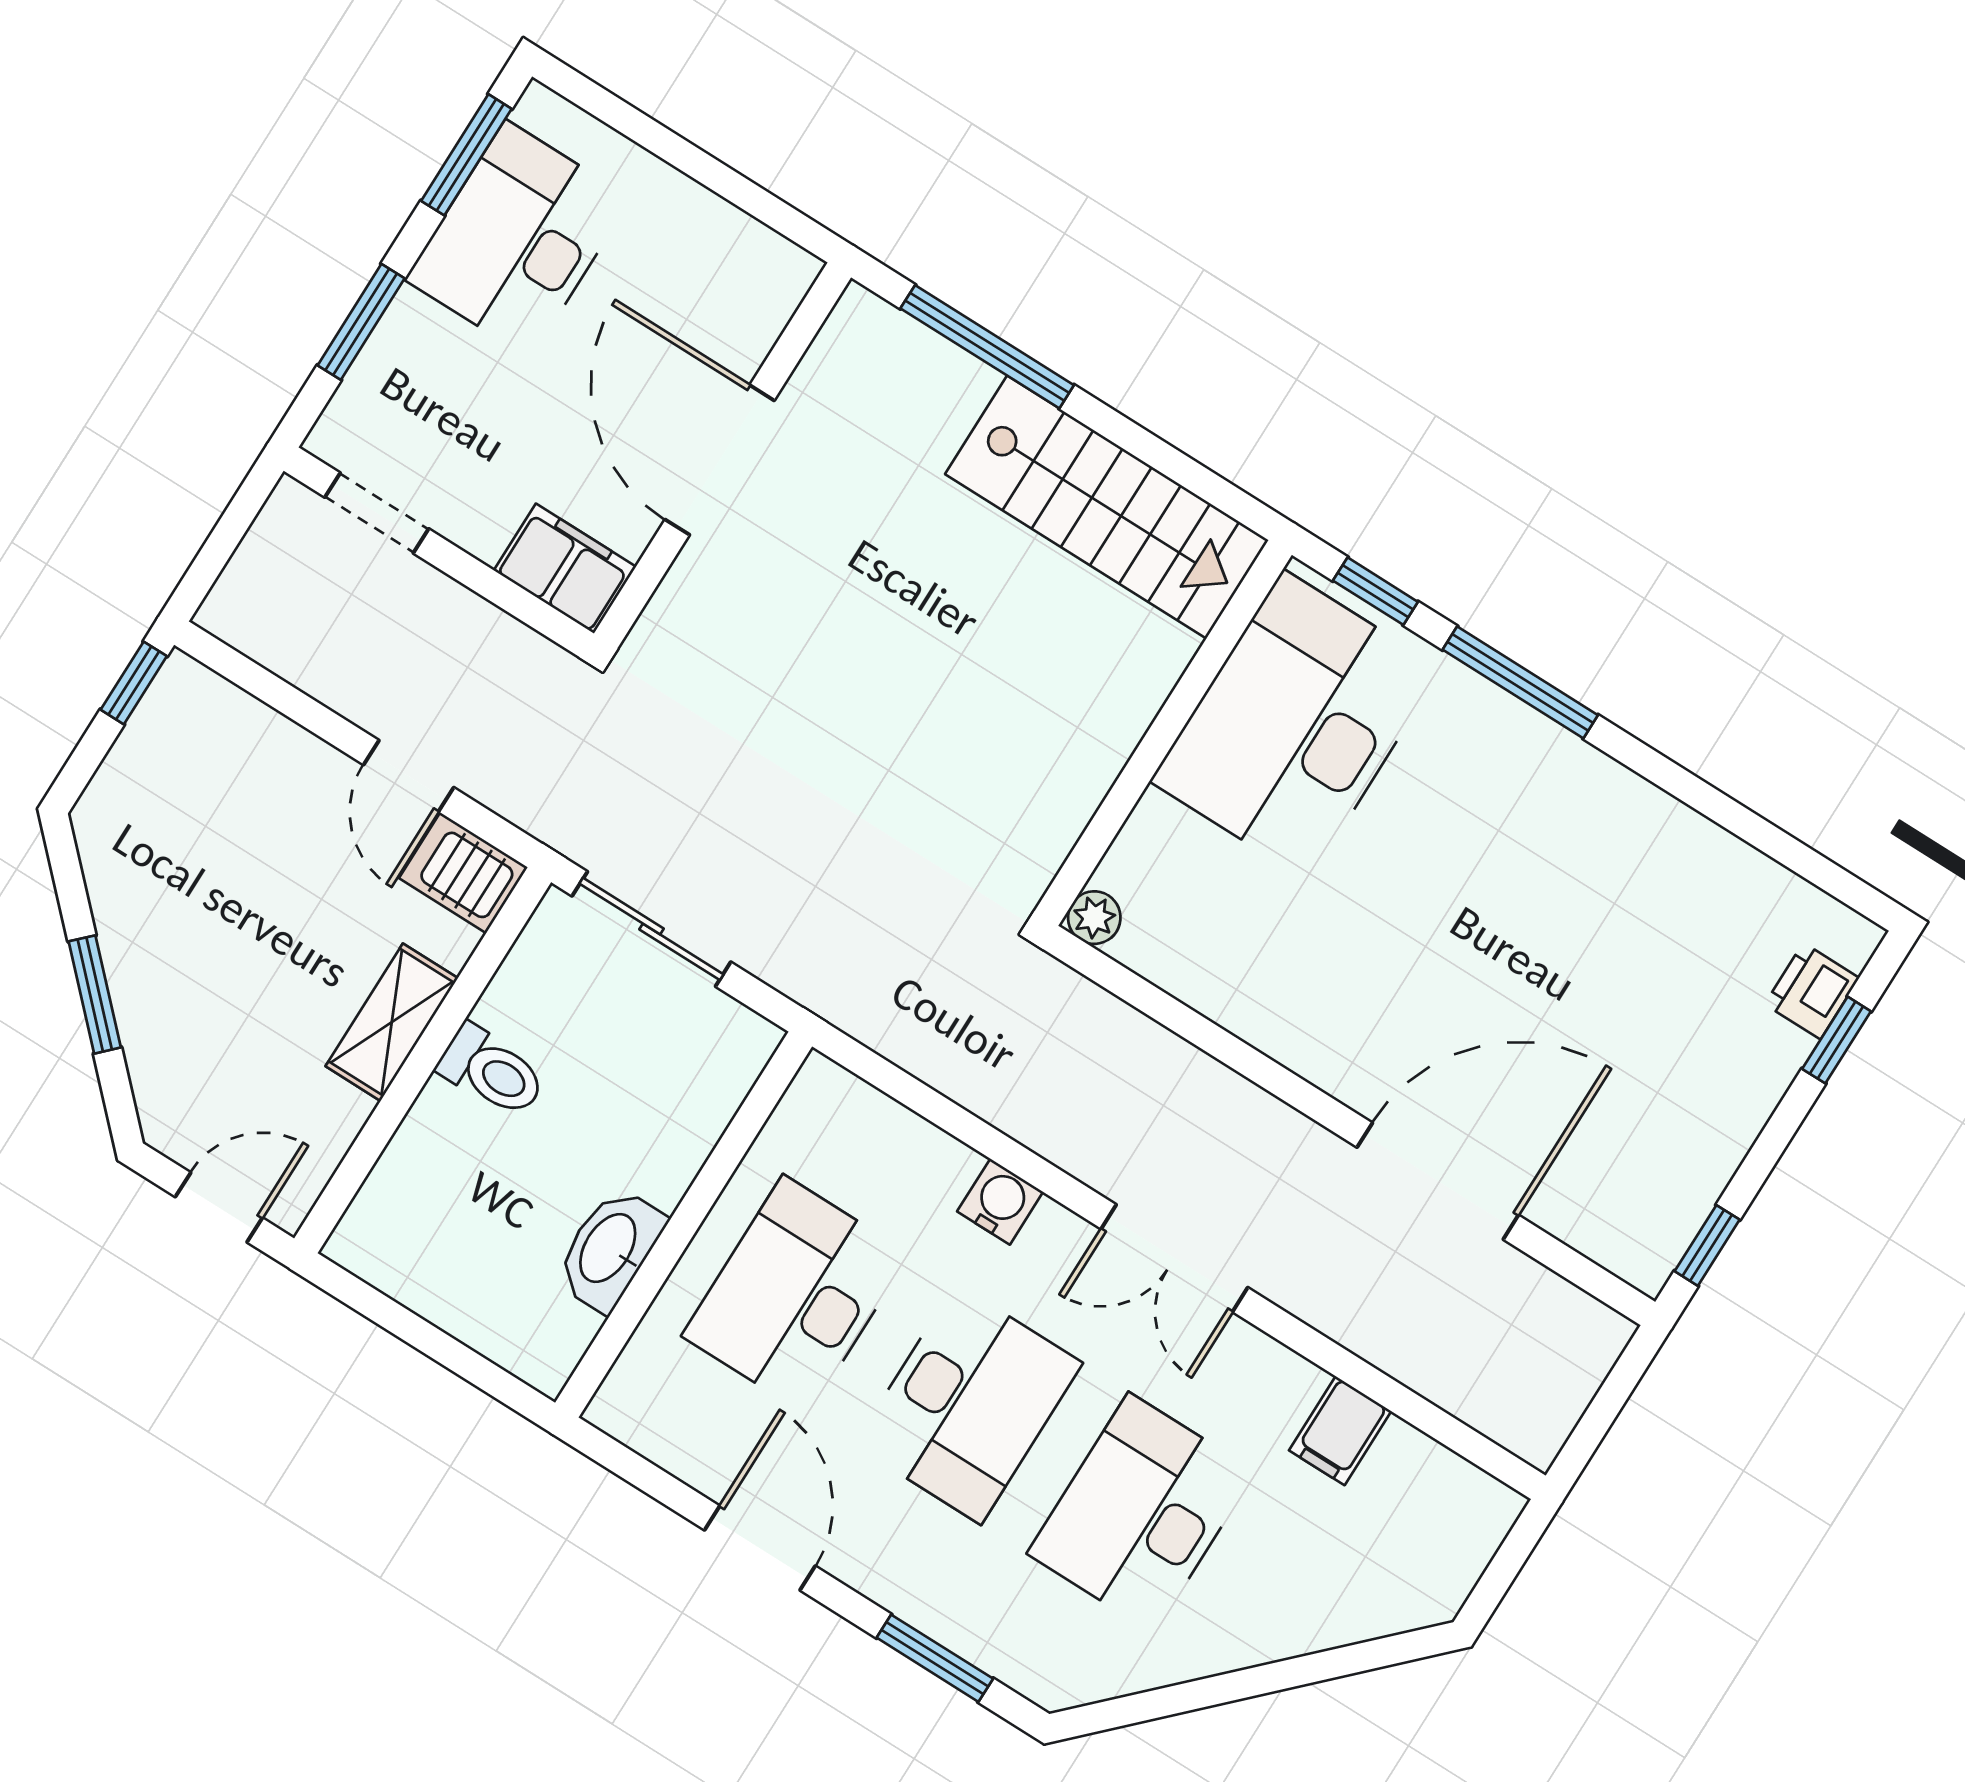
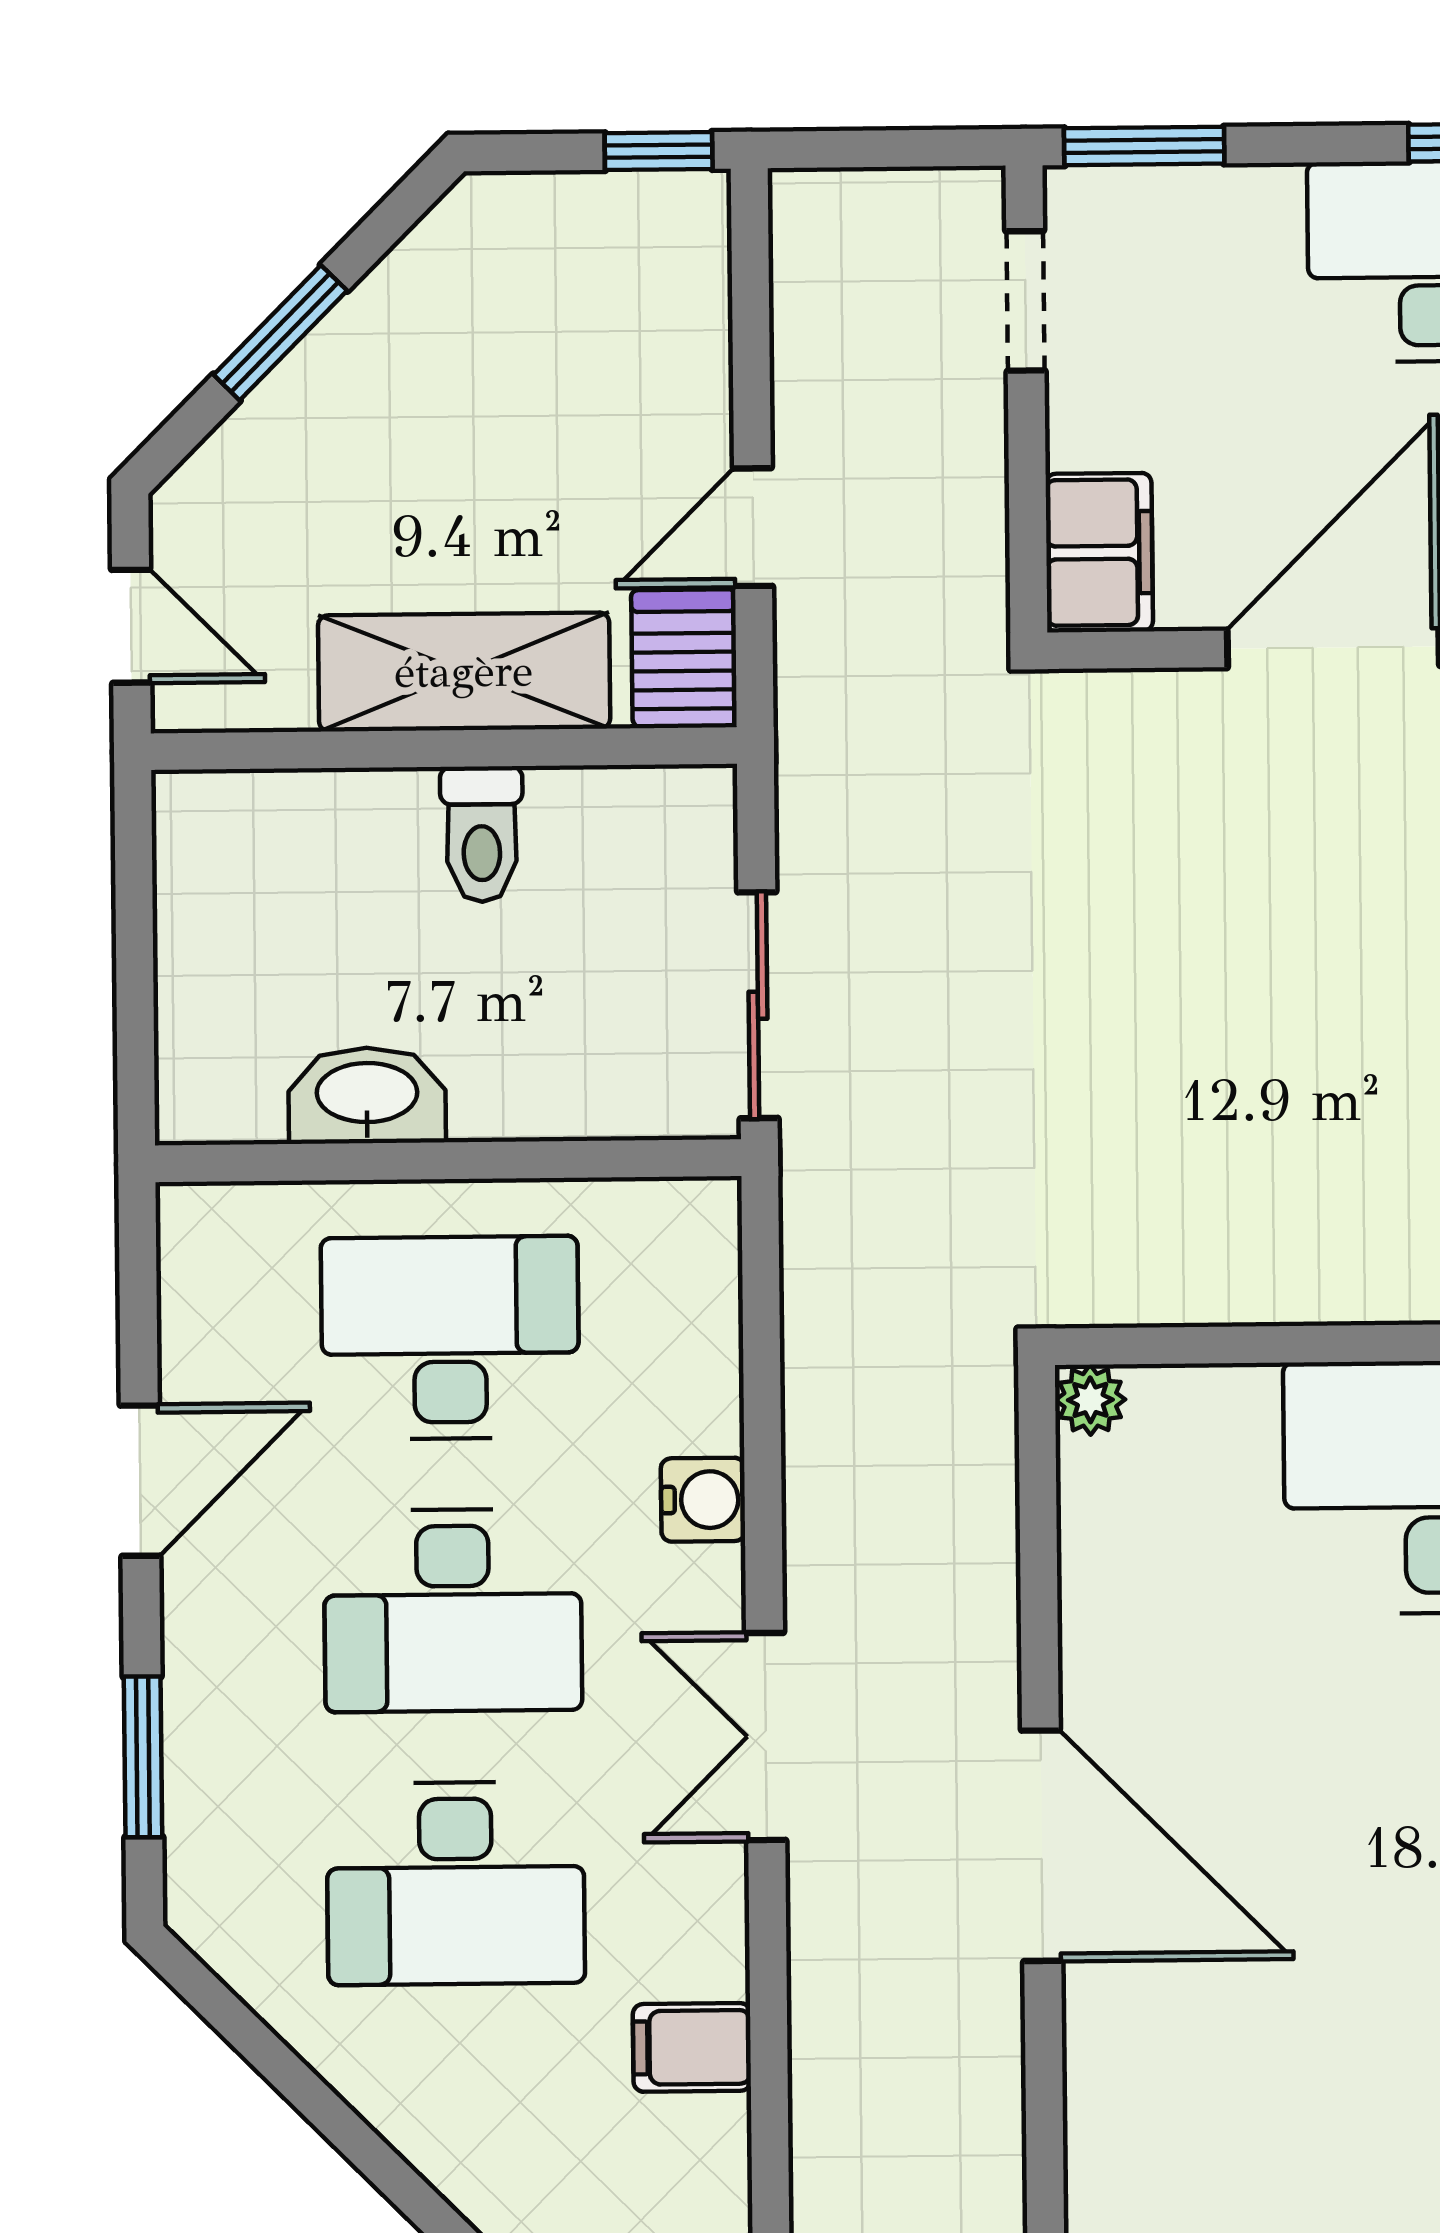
window: (361, 322) -> (1144, 146), moved
sliding door: (651, 929) -> (758, 1005), moved
shelving: (392, 1022) -> (464, 672), width x1.50, depth x1.33
door: (1438, 1181) -> (1042, 1846), moved
desk: (1141, 1513) -> (456, 1883), turned 180

